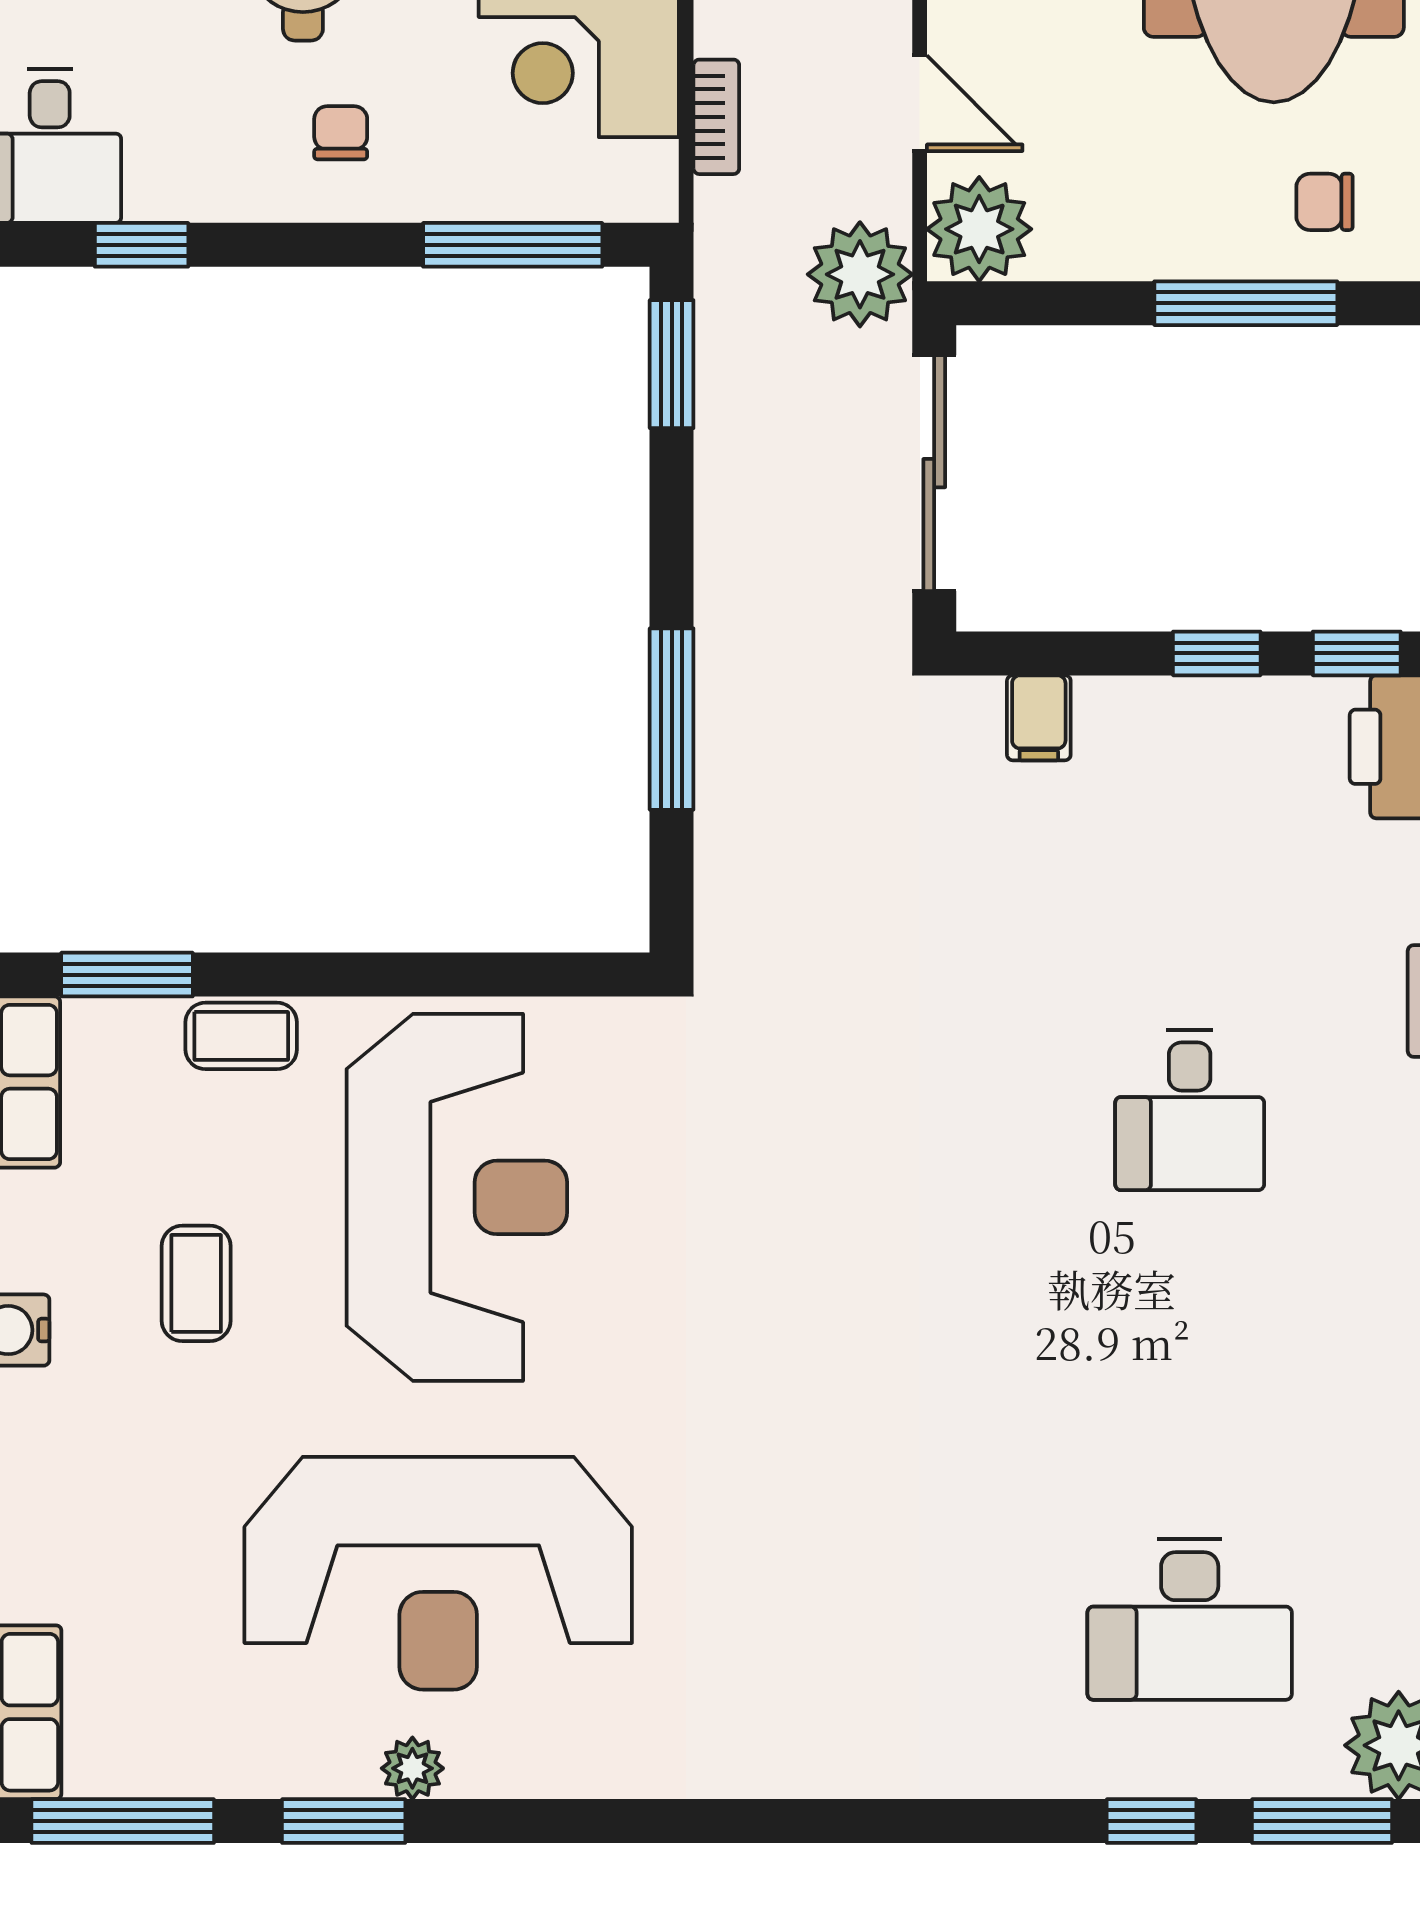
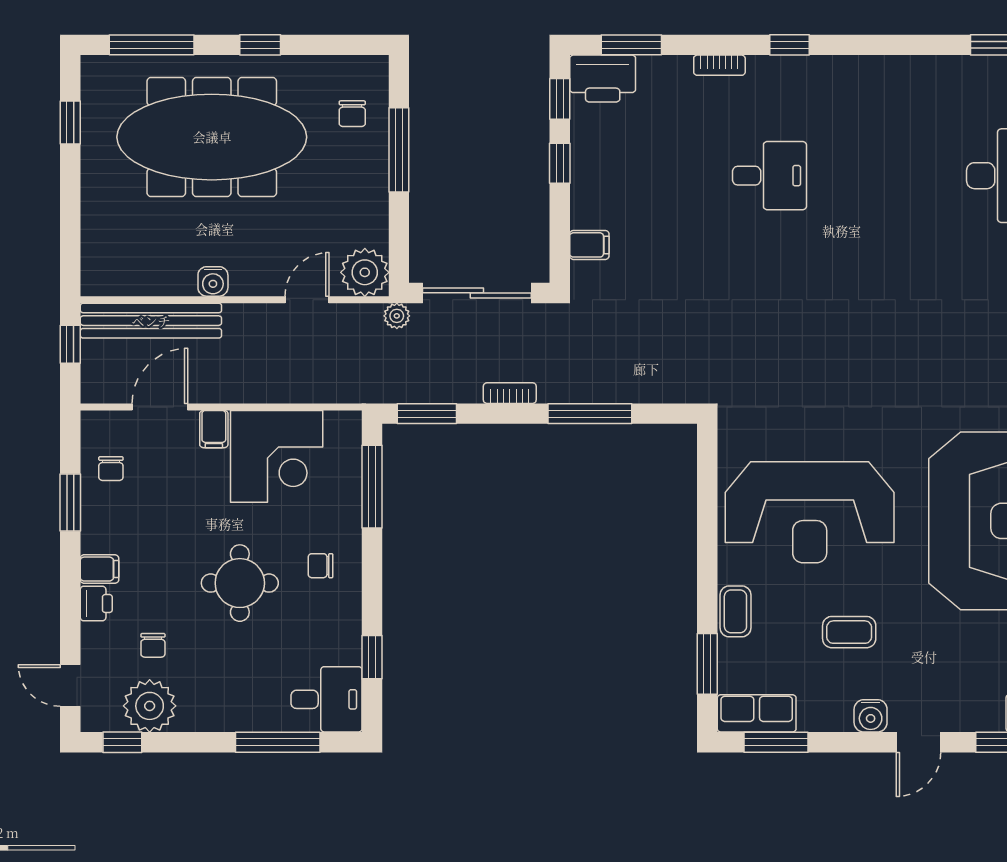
bookcase: (716, 117) -> (510, 393), moved
plant: (860, 274) -> (397, 316), width x0.53, depth x0.53
reception desk: (457, 1197) -> (810, 512), turned 180

